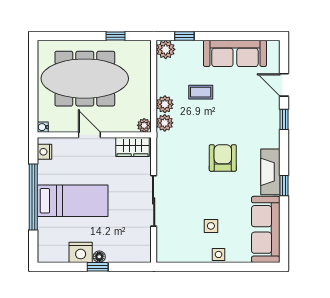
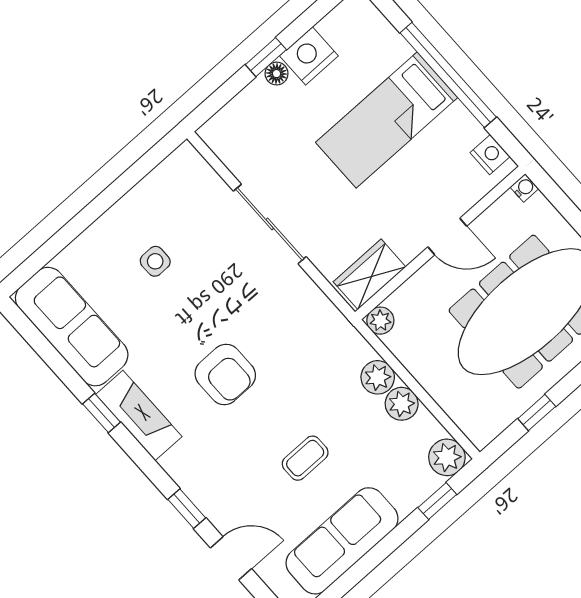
coffee table: (201, 92) -> (305, 458), moved
plant: (165, 123) -> (402, 404), moved
side table: (219, 254) -> (107, 230), removed

